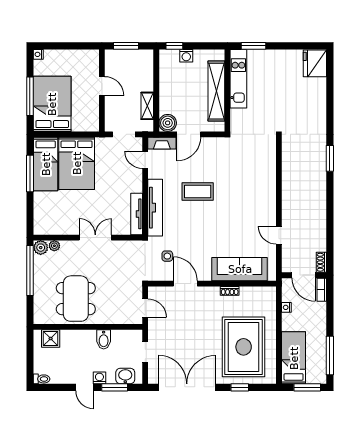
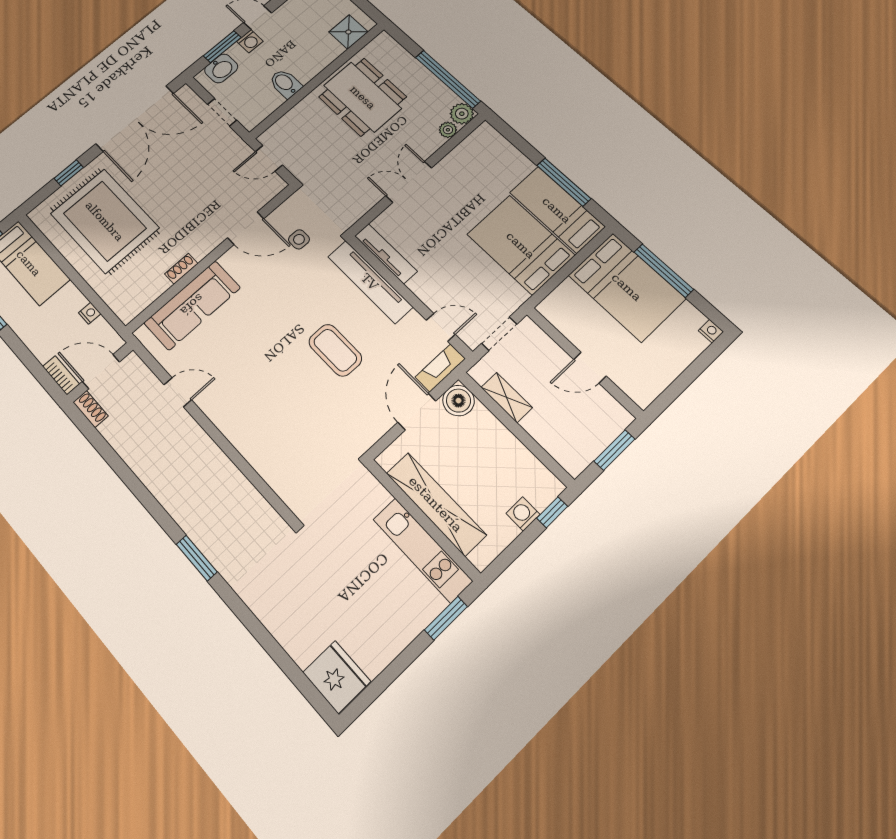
coffee table: (198, 192) -> (335, 350), turned 90
double door: (95, 238) -> (409, 182), swing flipped

